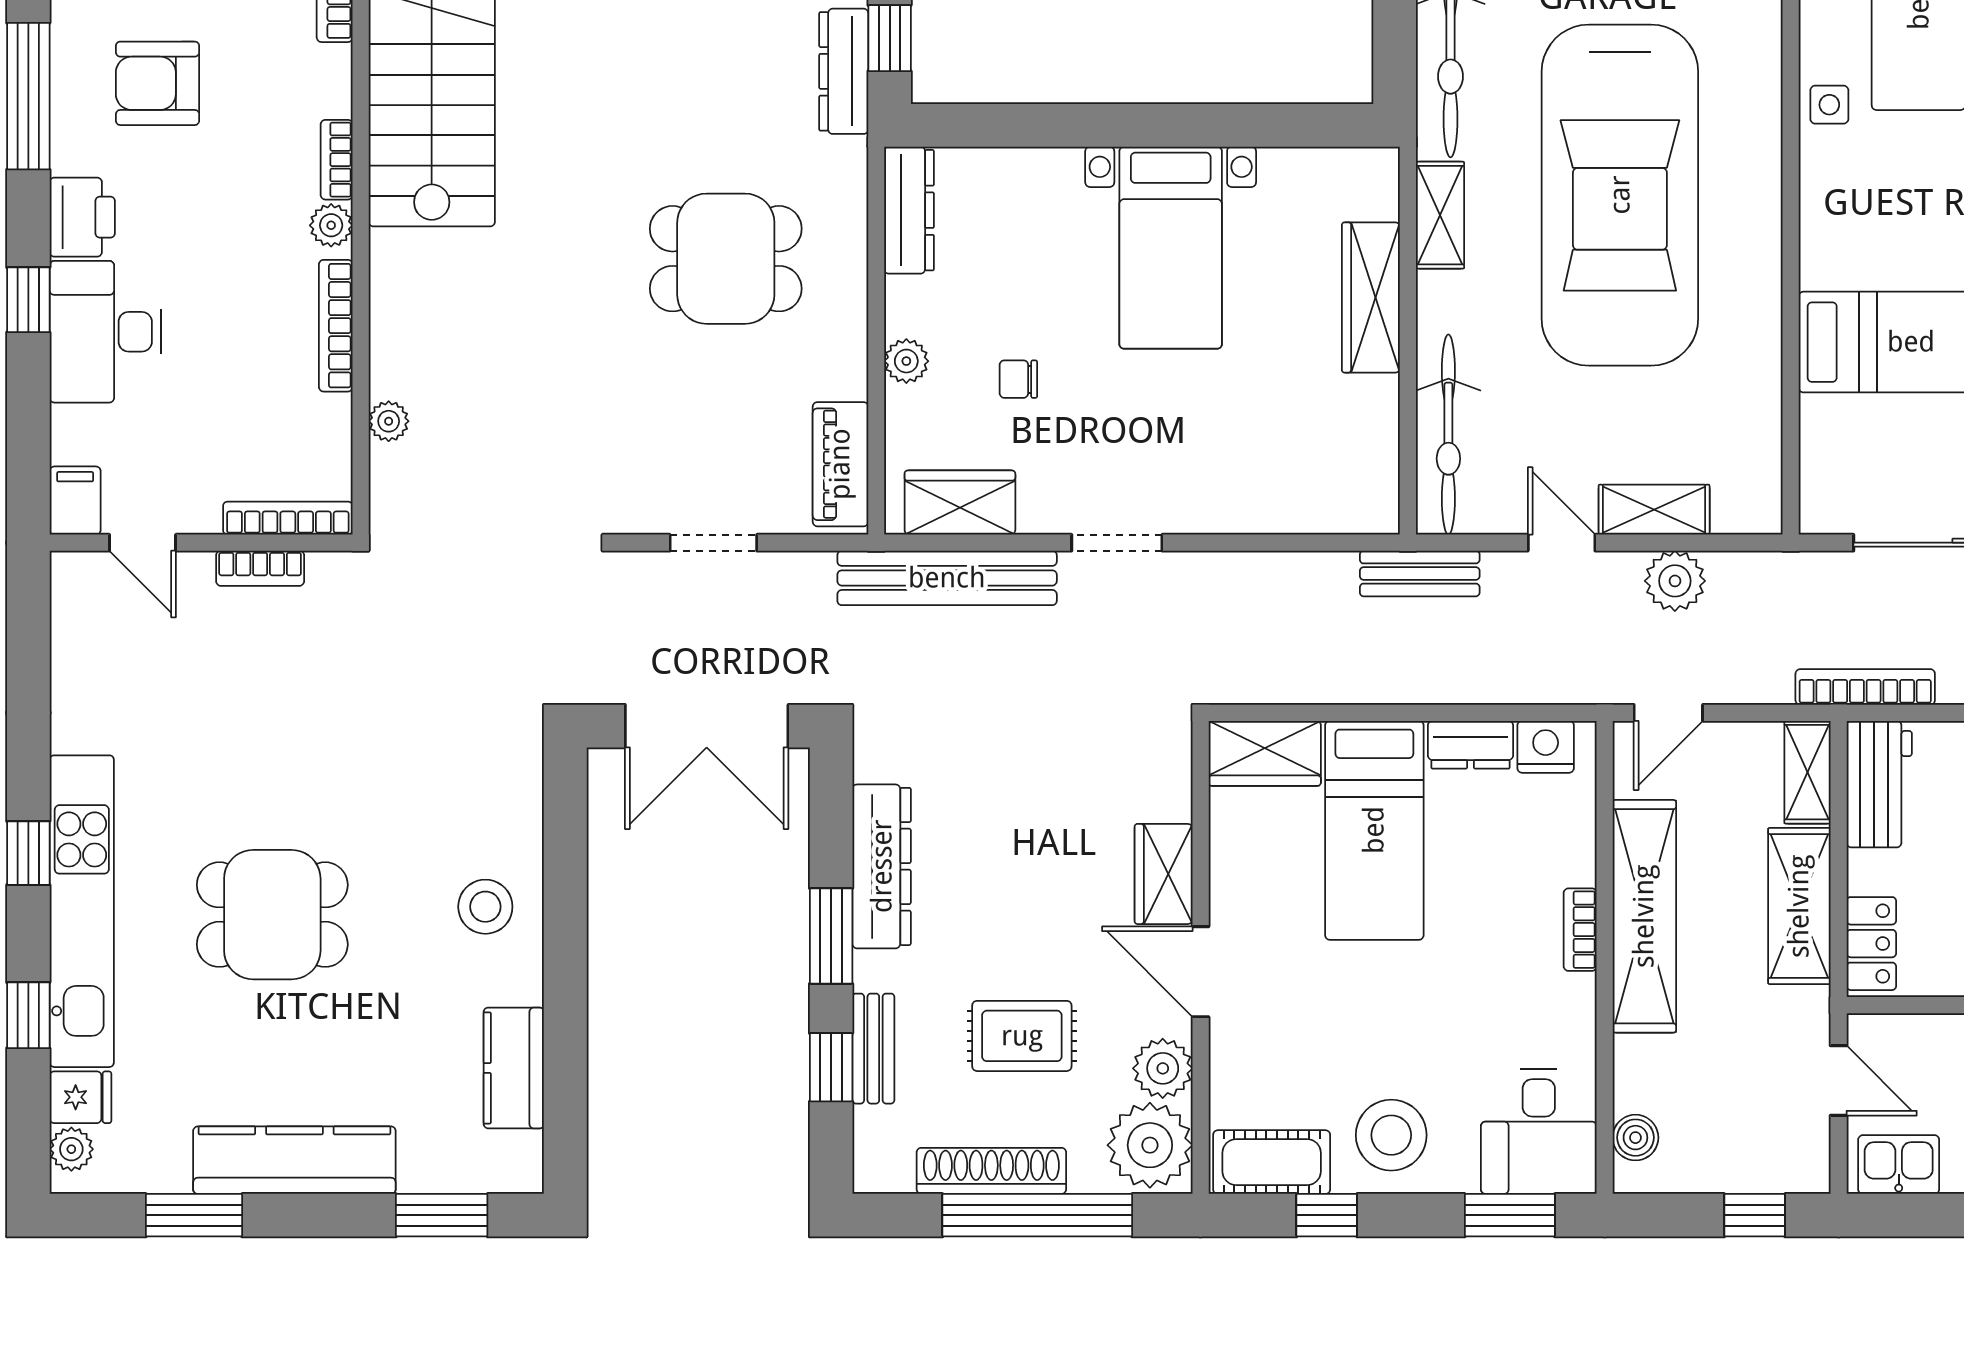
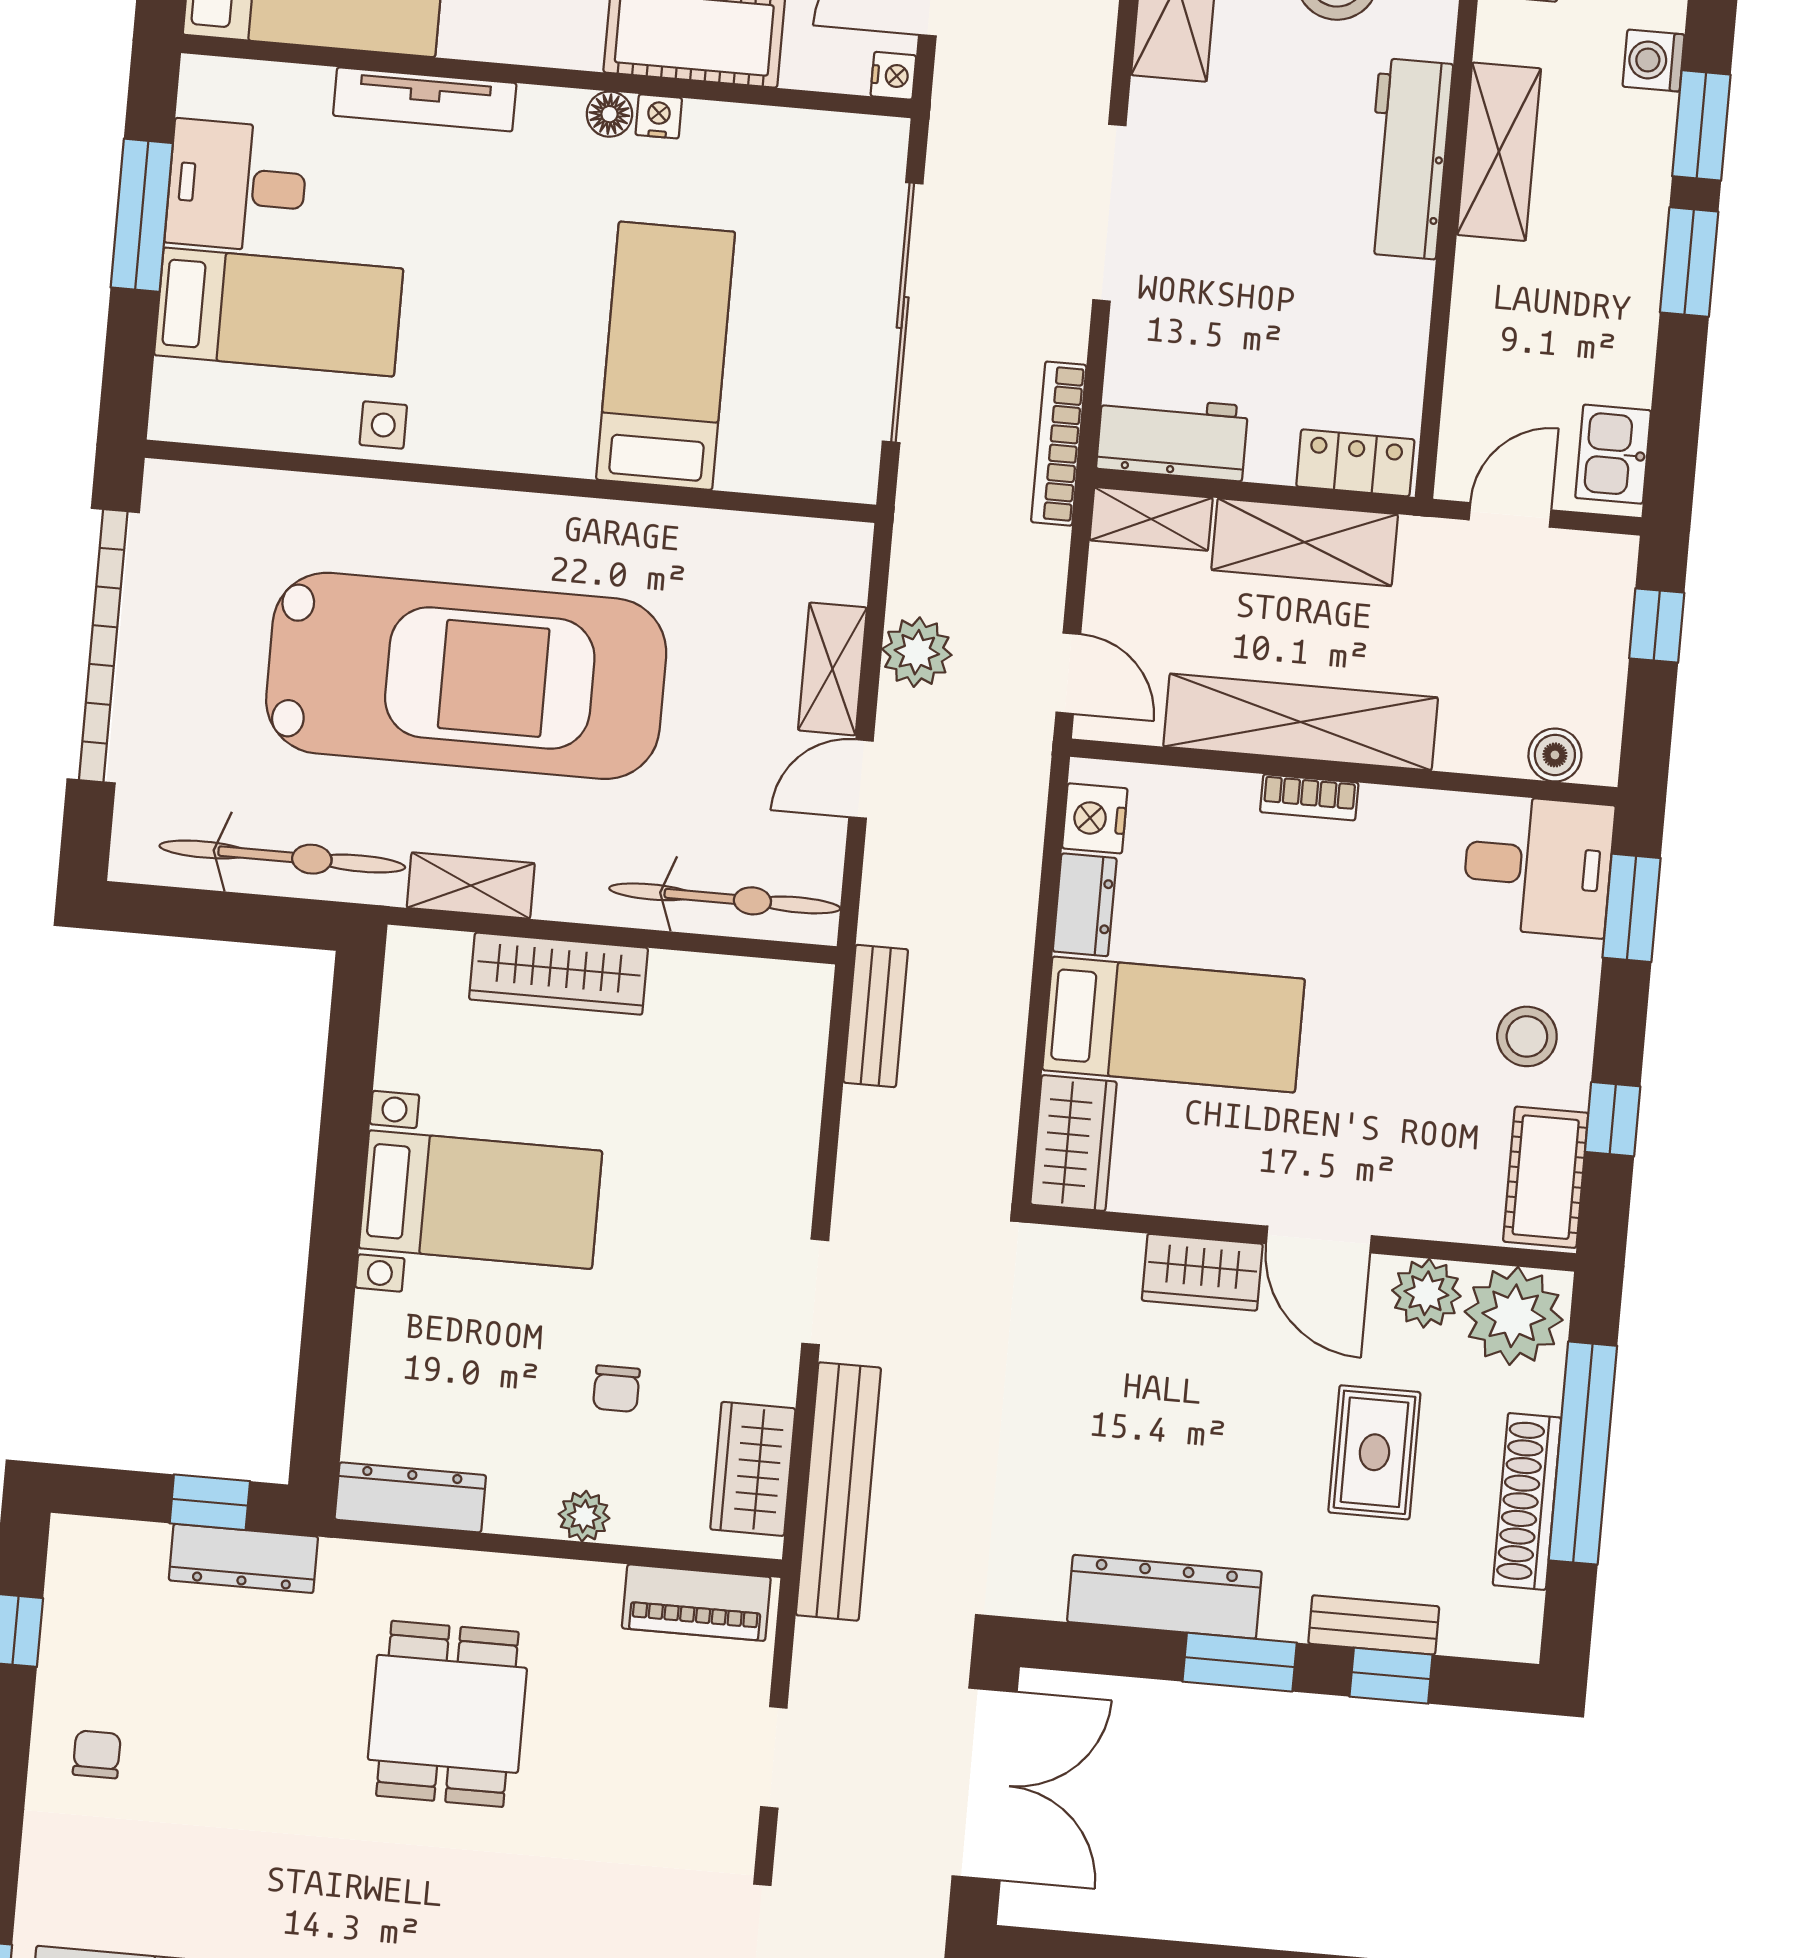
bench: (1420, 573) -> (876, 1016), moved
door: (1201, 972) -> (1319, 1240), hinge flipped
stool: (1391, 1135) -> (1527, 1036), width x0.73, depth x0.73

